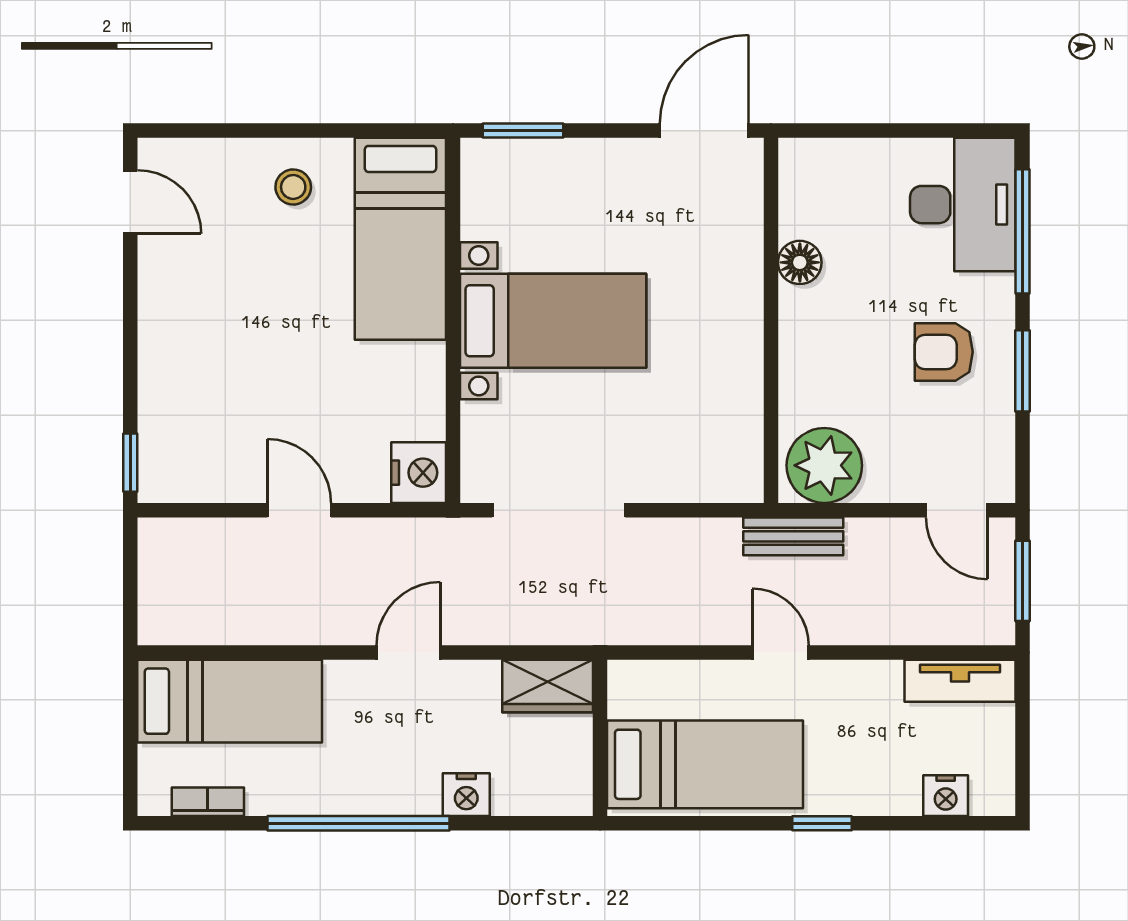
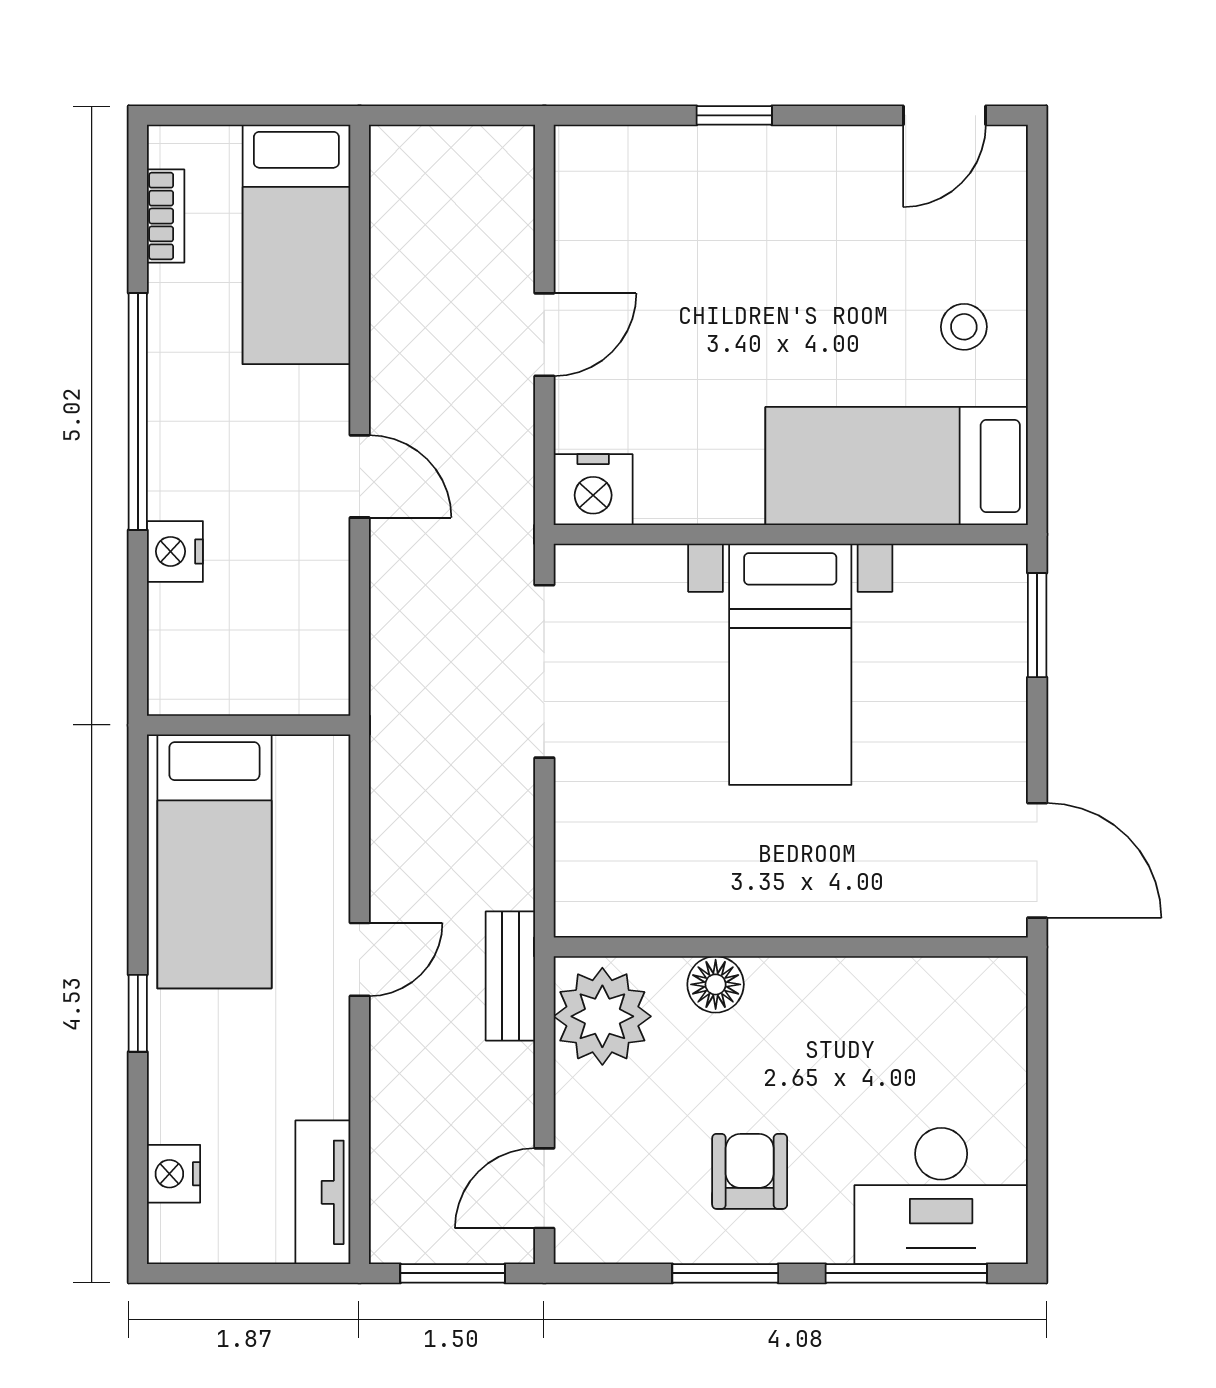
floor lamp: (800, 262) -> (716, 984), moved
window: (130, 463) -> (734, 115), moved
wardrobe: (548, 686) -> (316, 657), removed

